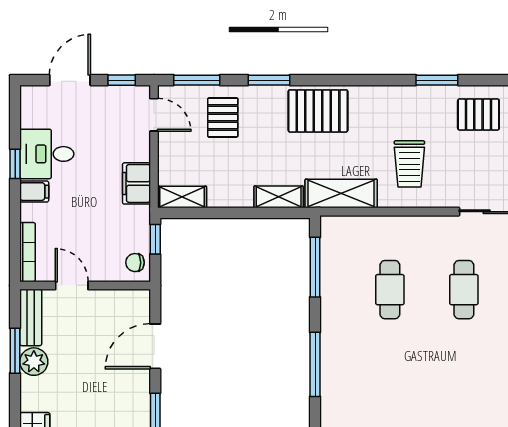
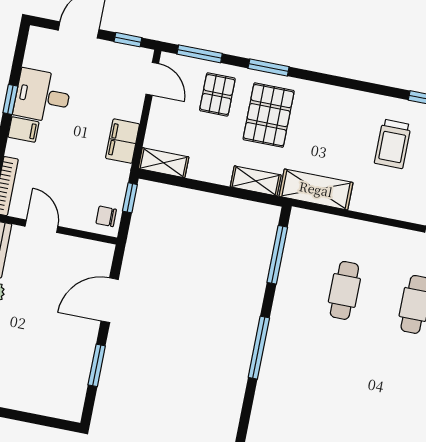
pallet: (318, 111) -> (269, 115), moved, turned 90
trolley: (409, 164) -> (393, 144), moved

